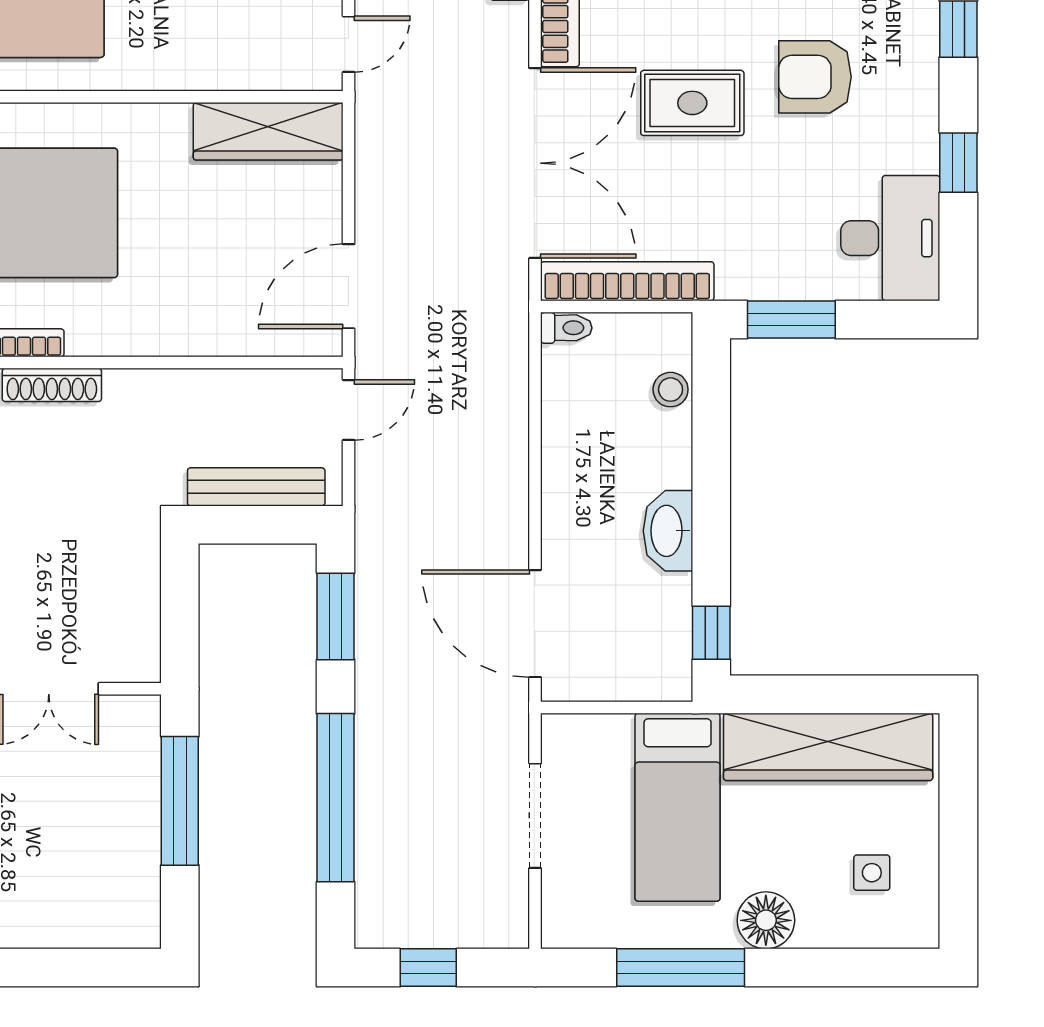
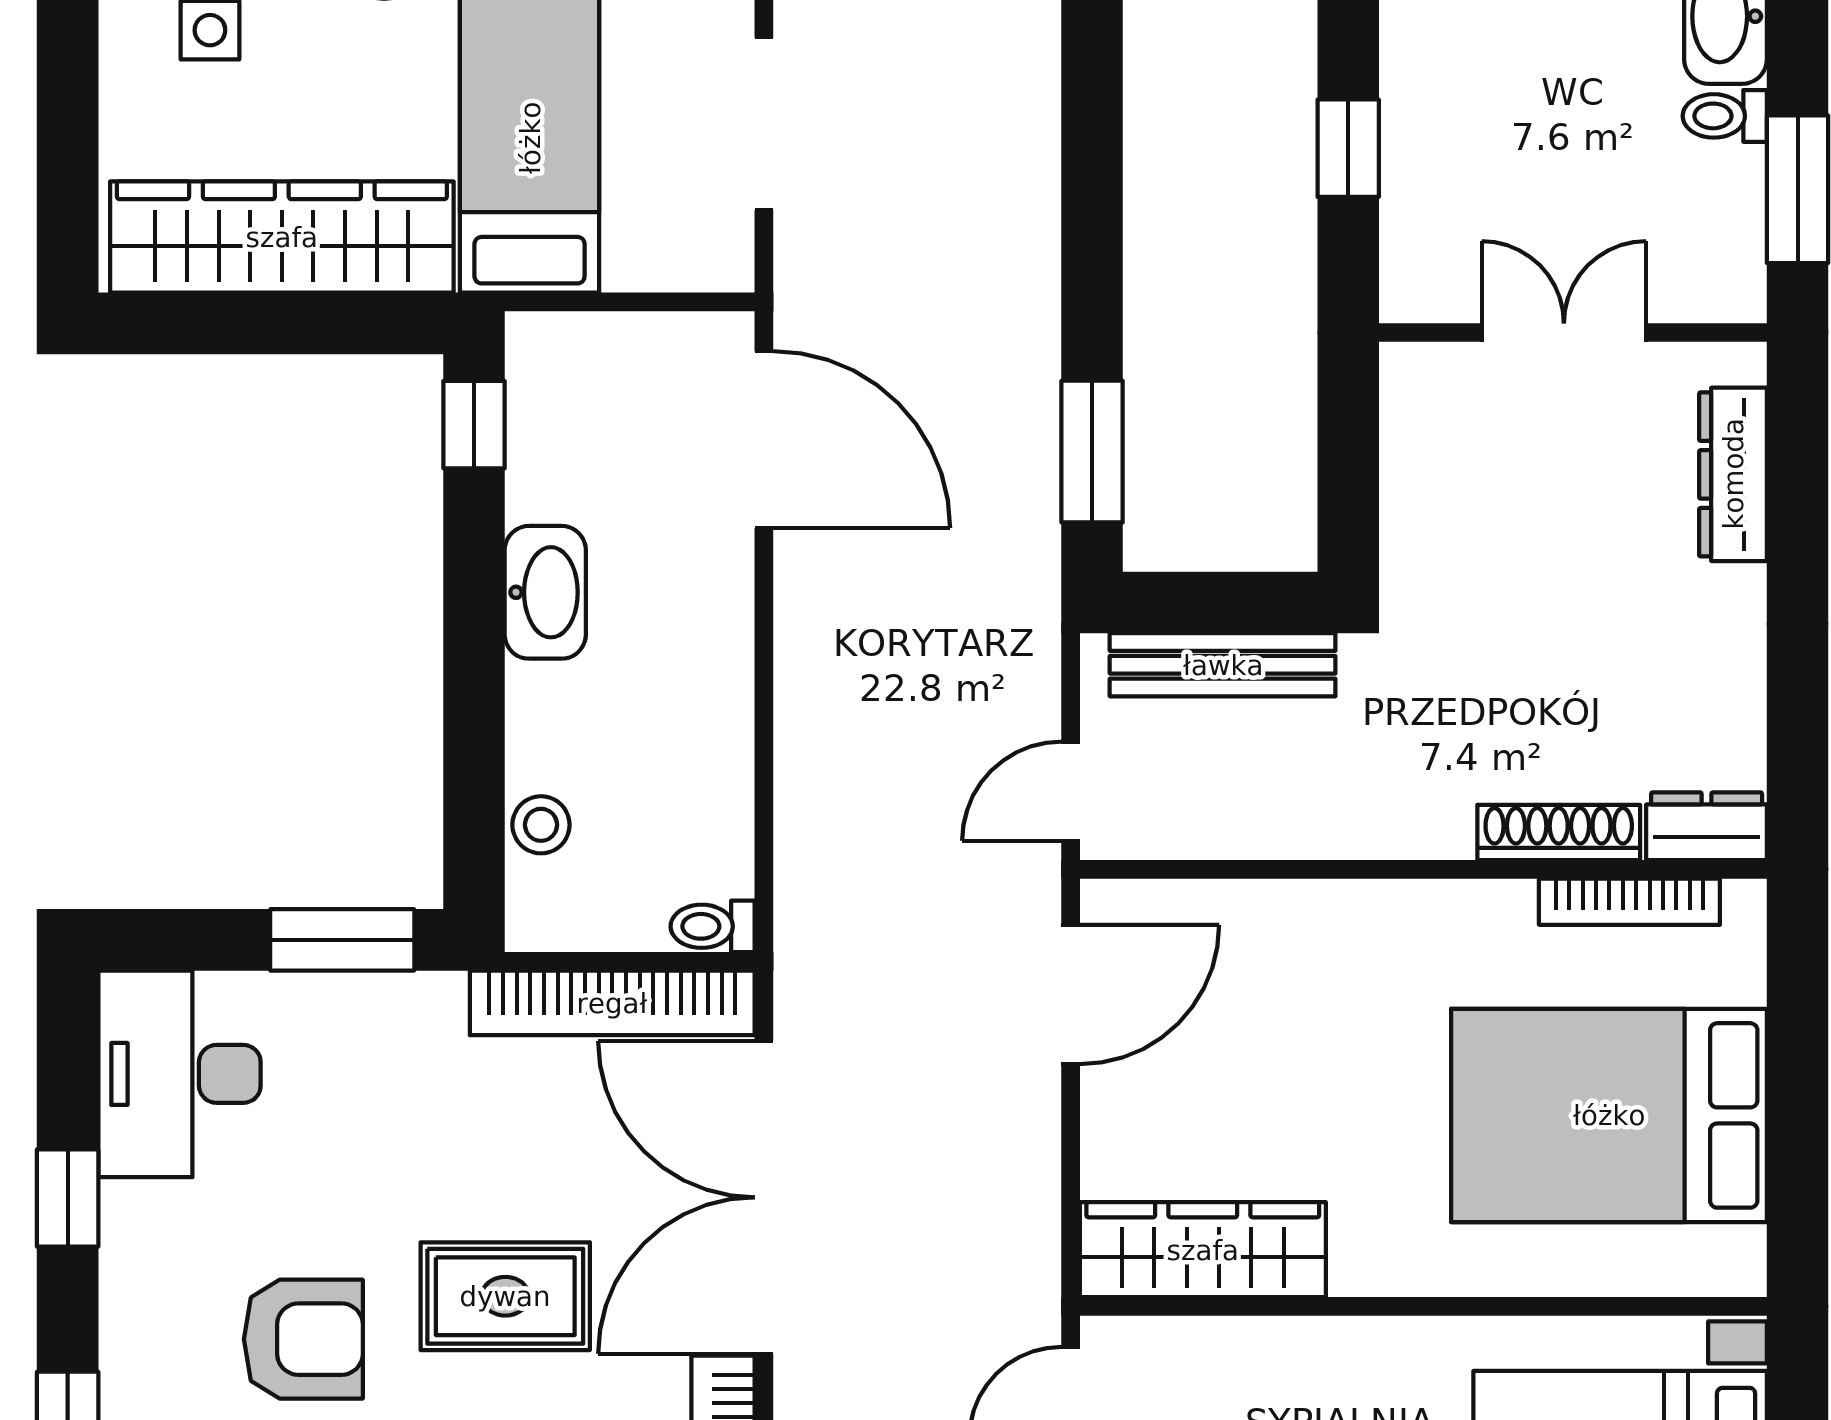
window: (336, 798) -> (1092, 153), removed
window: (180, 801) -> (1348, 148), width x0.46

